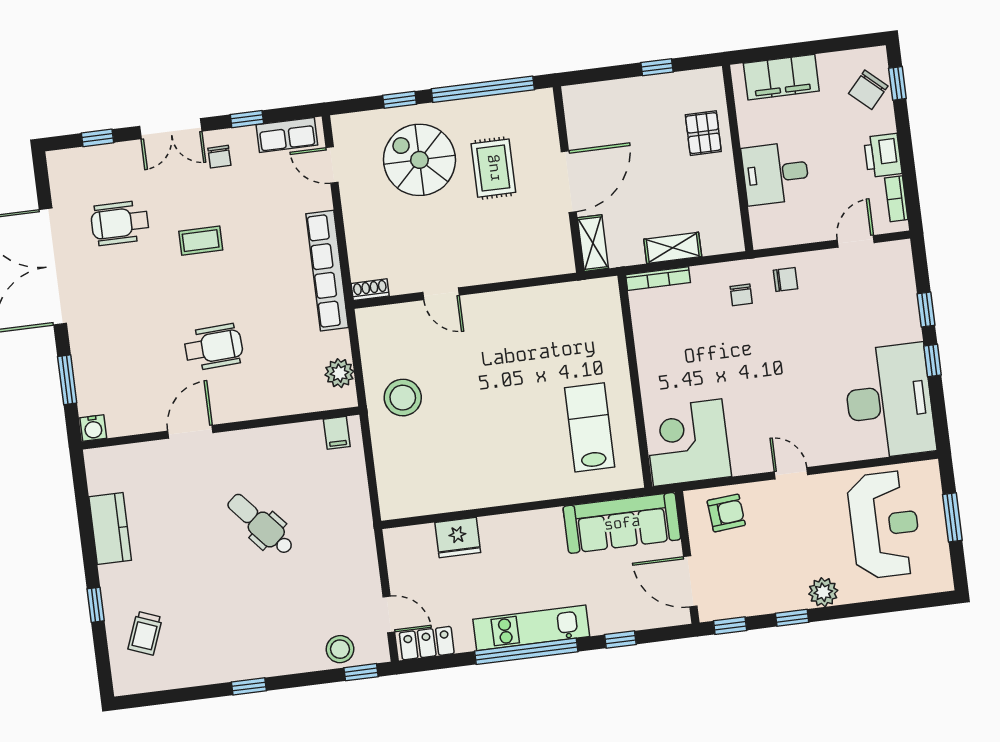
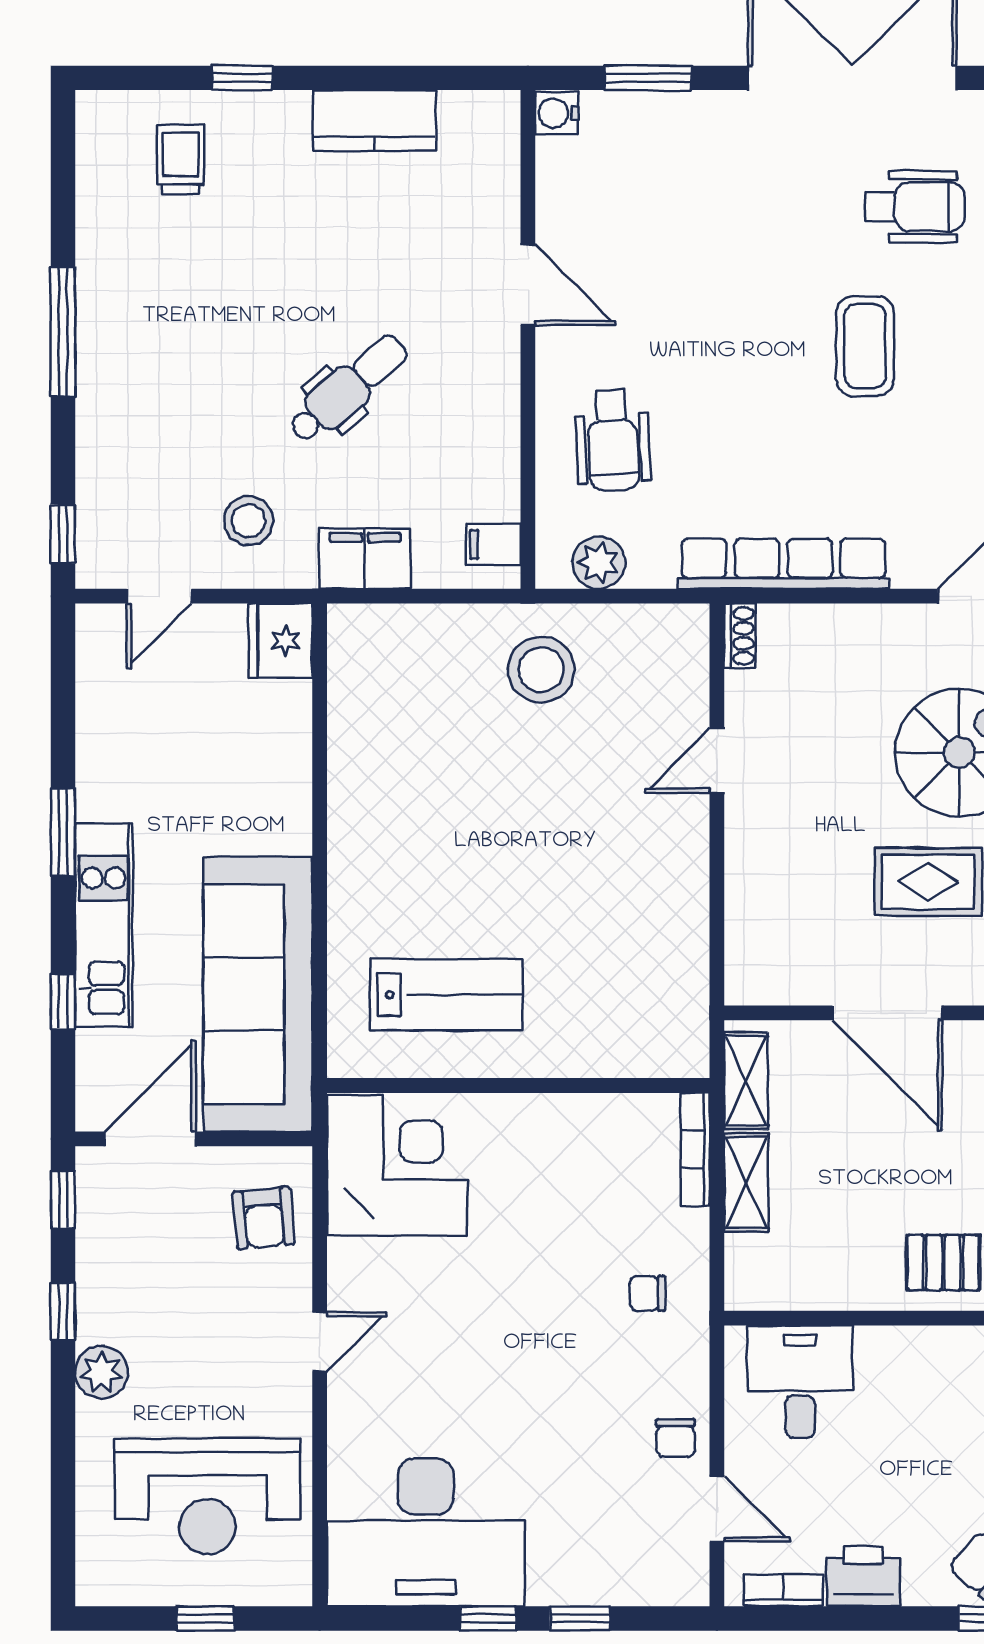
desk: (776, 173) -> (800, 1382), moved
wheelchair: (120, 223) -> (915, 207), turned 90
coffee table: (201, 241) -> (865, 346), width x1.36, depth x1.30
shelving: (593, 243) -> (746, 1081), moved, turned 90
chair: (785, 279) -> (675, 1438), moved
wheelchair: (214, 347) -> (613, 440), moved
filing cabinet: (354, 503) -> (365, 559), added
window: (952, 517) -> (205, 1618), width x0.67
sofa: (622, 523) -> (258, 994), width x1.36, depth x1.27
fridge: (458, 537) -> (280, 641), moved
kitchen unit: (531, 628) -> (104, 925), moved
trolley: (145, 633) -> (181, 159), turned 69
locker: (427, 643) -> (100, 657), removed
stool: (340, 649) -> (248, 521), moved
window: (526, 651) -> (63, 832), width x0.47
window: (249, 686) -> (63, 332), width x2.17

